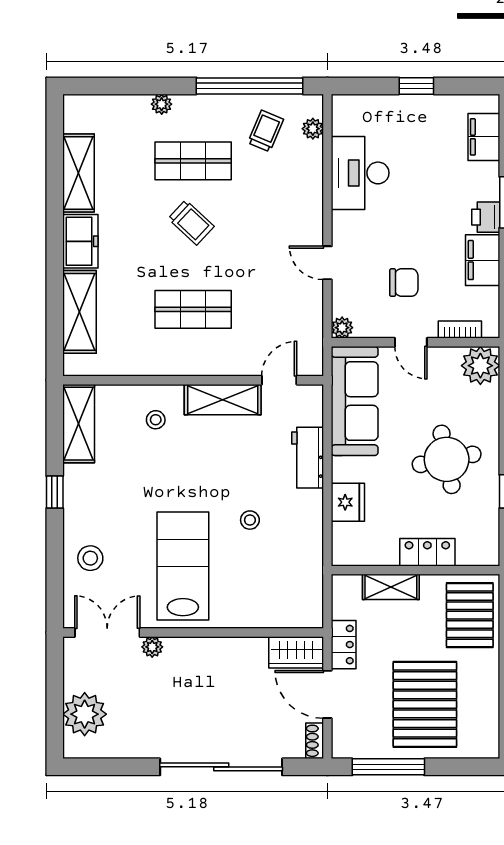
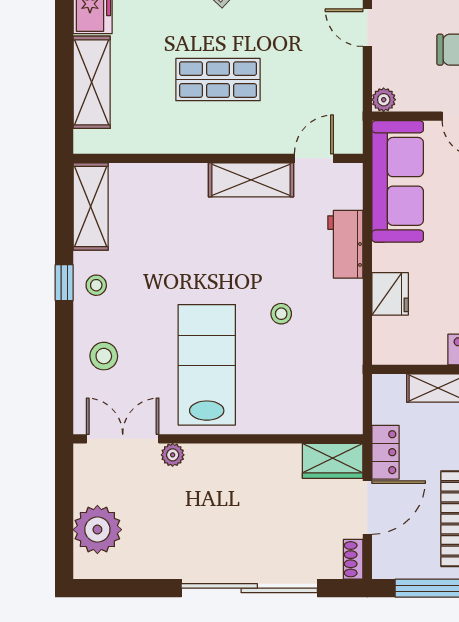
stool: (156, 420) -> (96, 285), moved
door: (327, 694) -> (367, 508), swing flipped

